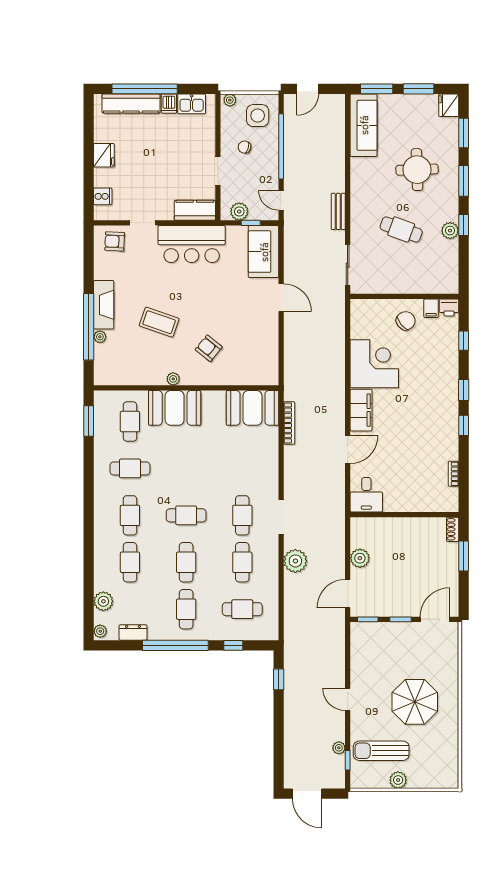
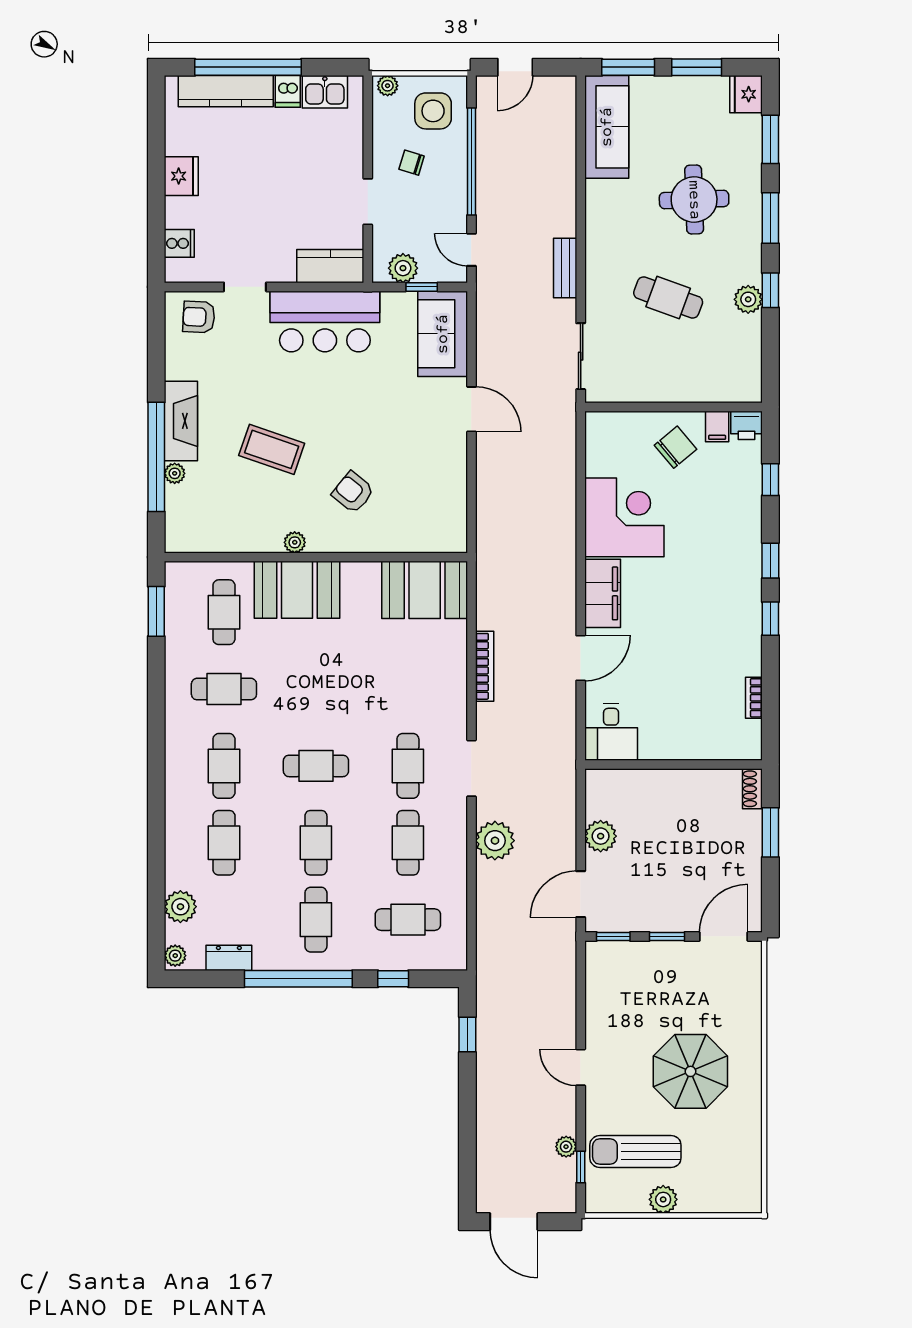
bookcase: (289, 423) -> (485, 666), moved

